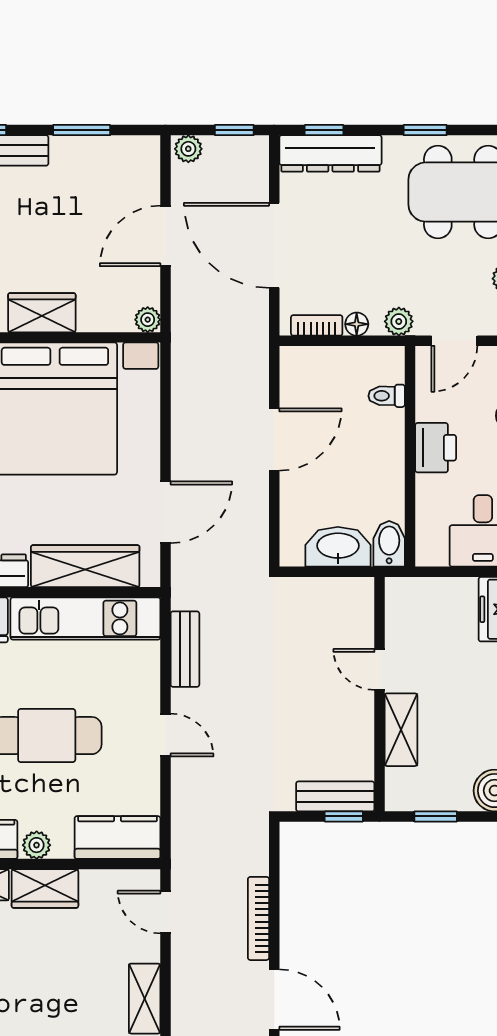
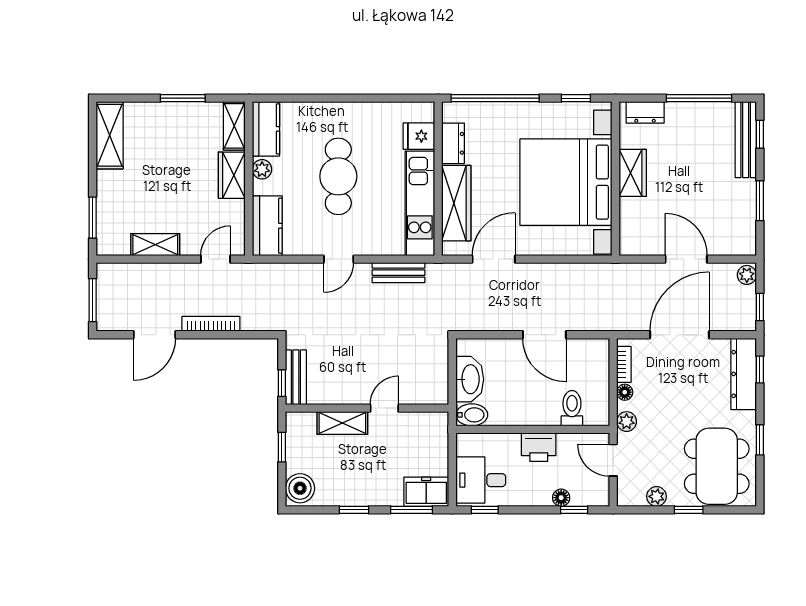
plant: (148, 320) -> (628, 247), removed
toilet: (387, 396) -> (572, 408), width x1.37, depth x1.39
door: (165, 512) -> (494, 259), swing flipped

